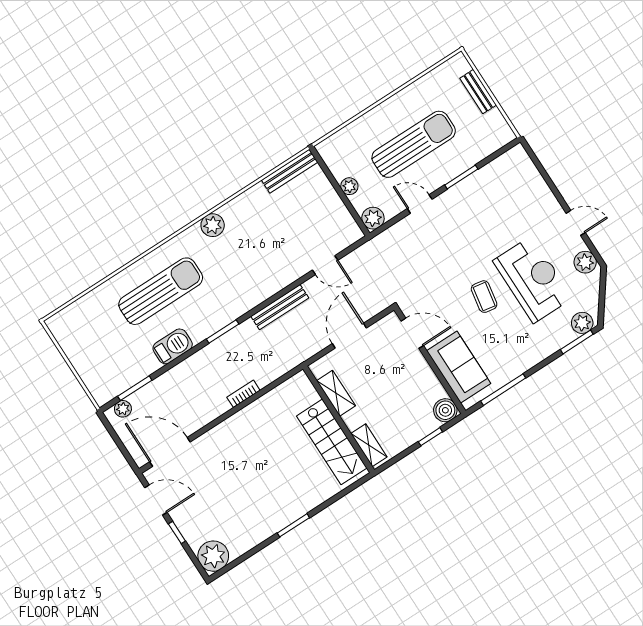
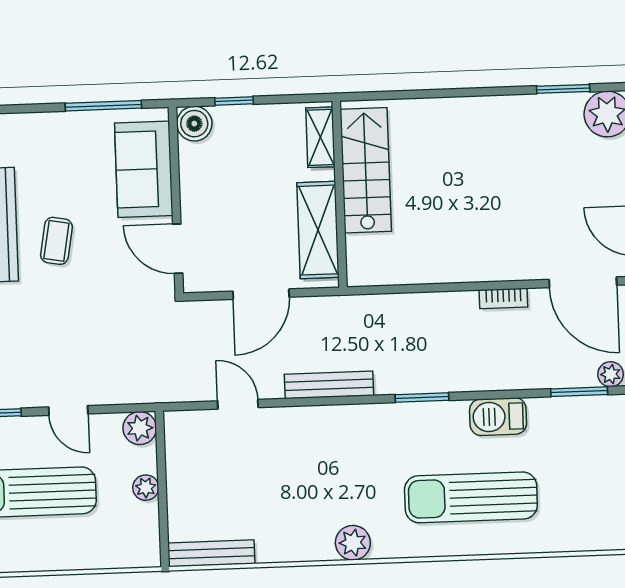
shelving: (336, 393) -> (318, 230), width x1.50, depth x1.33
bookcase: (243, 394) -> (503, 298), moved
window: (293, 525) -> (563, 89), moved

